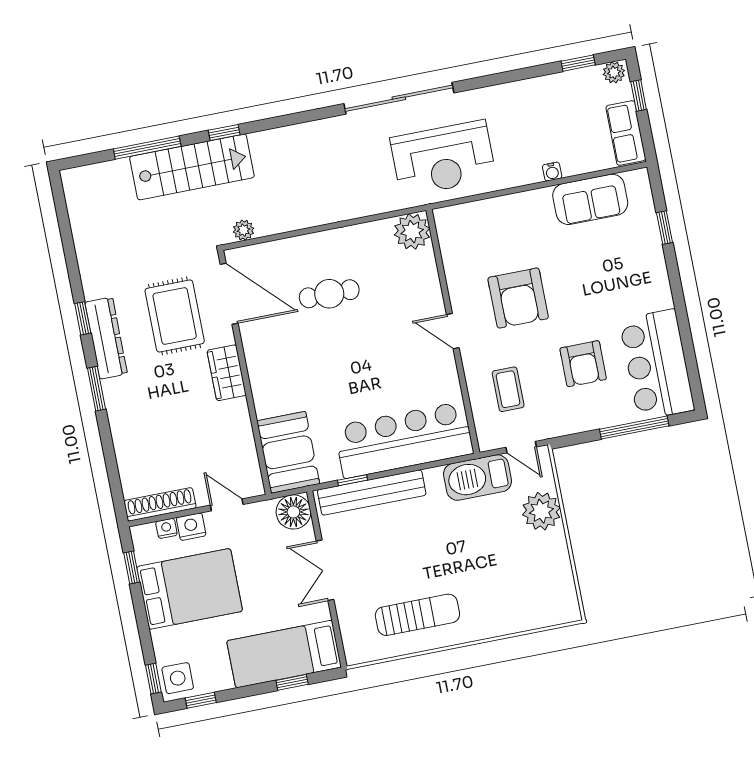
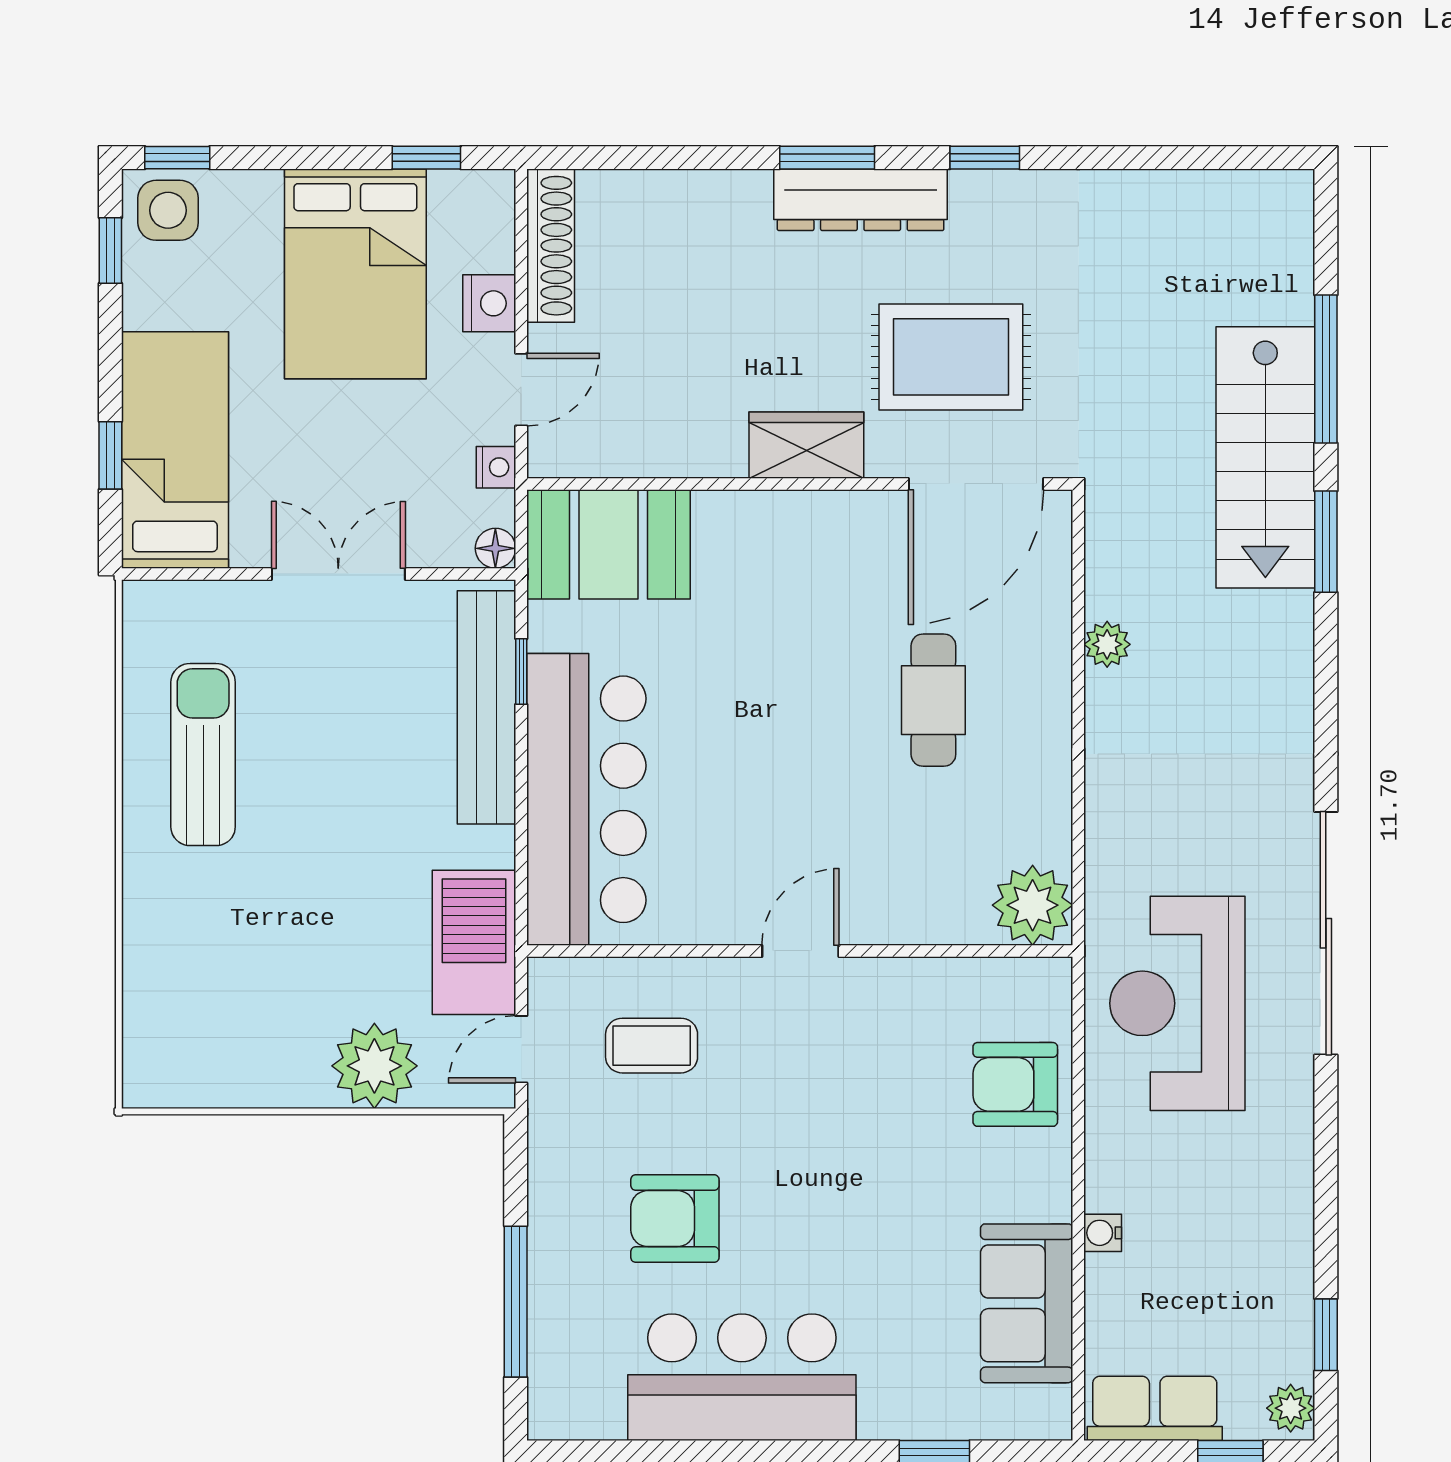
window: (224, 133) -> (1326, 542), width x1.50
plant: (244, 230) -> (1107, 644), moved
armchair: (518, 298) -> (1015, 1084), moved, width x0.73, depth x0.73
dresser: (106, 338) -> (861, 200), moved
bar counter: (657, 365) -> (742, 1377), moved
floor lamp: (293, 512) -> (495, 548), width x0.53, depth x0.53
nightstand: (166, 528) -> (496, 467), moved
sun lounger: (417, 615) -> (203, 755), turned 180

